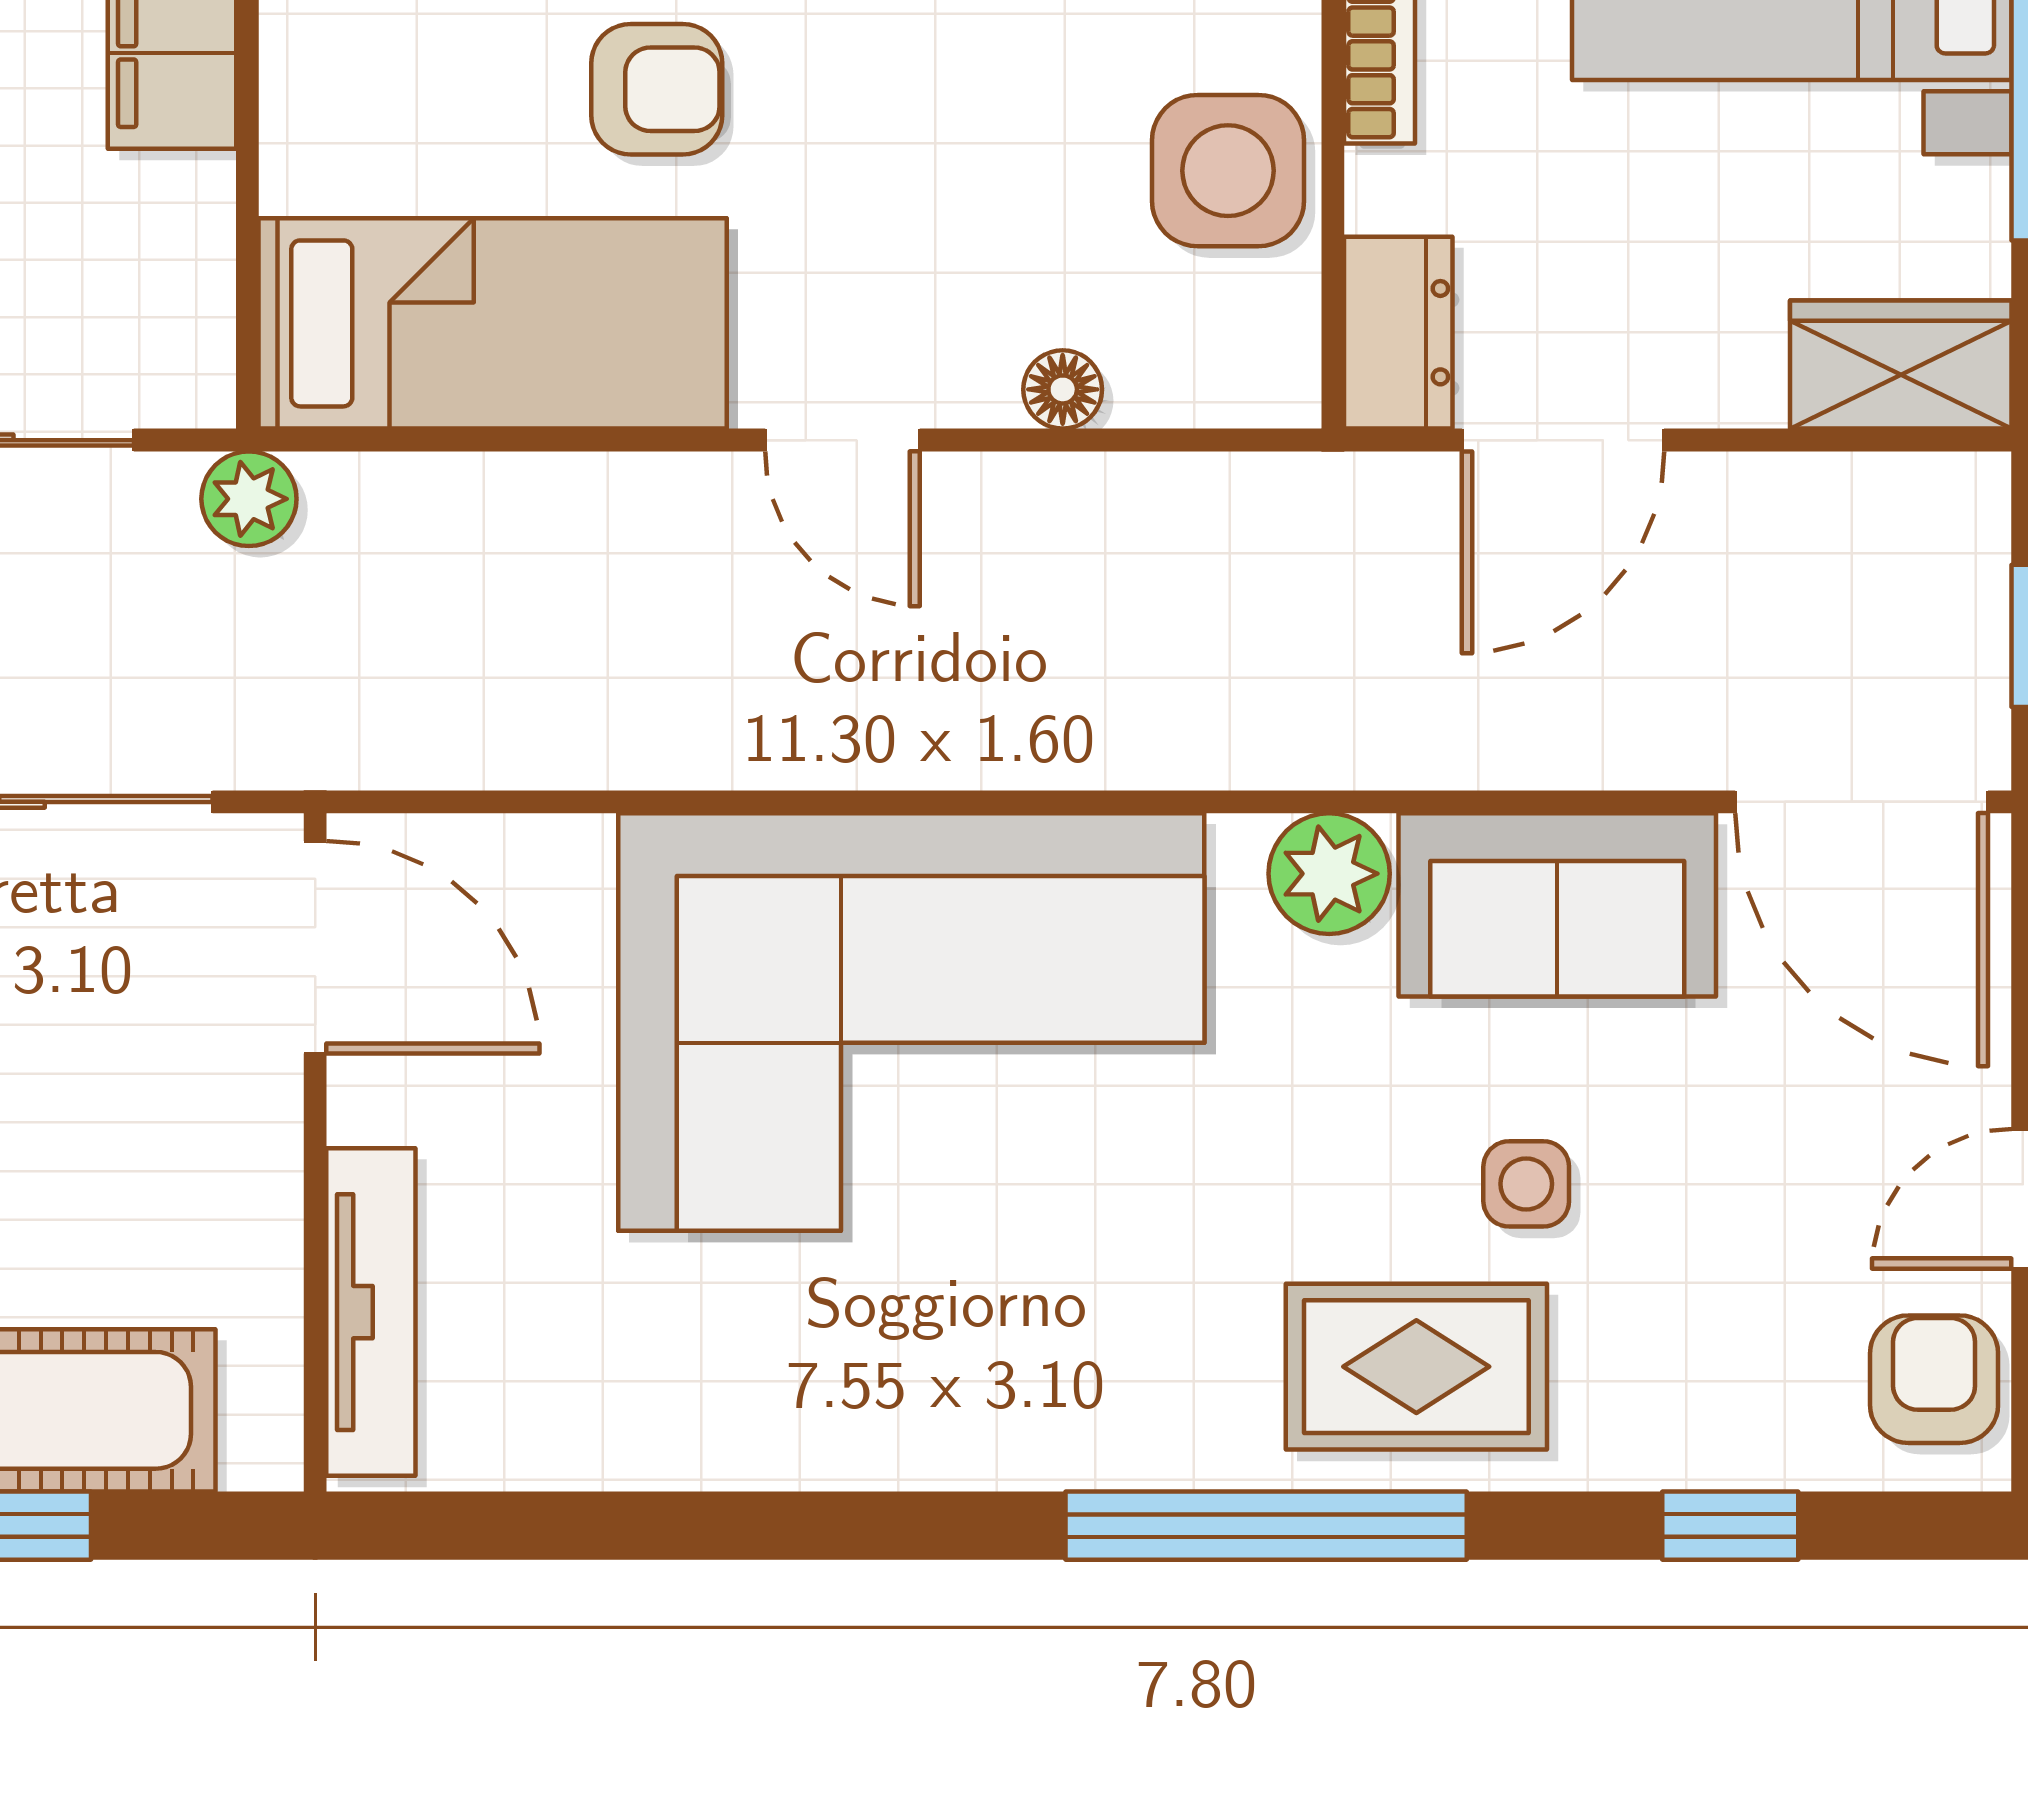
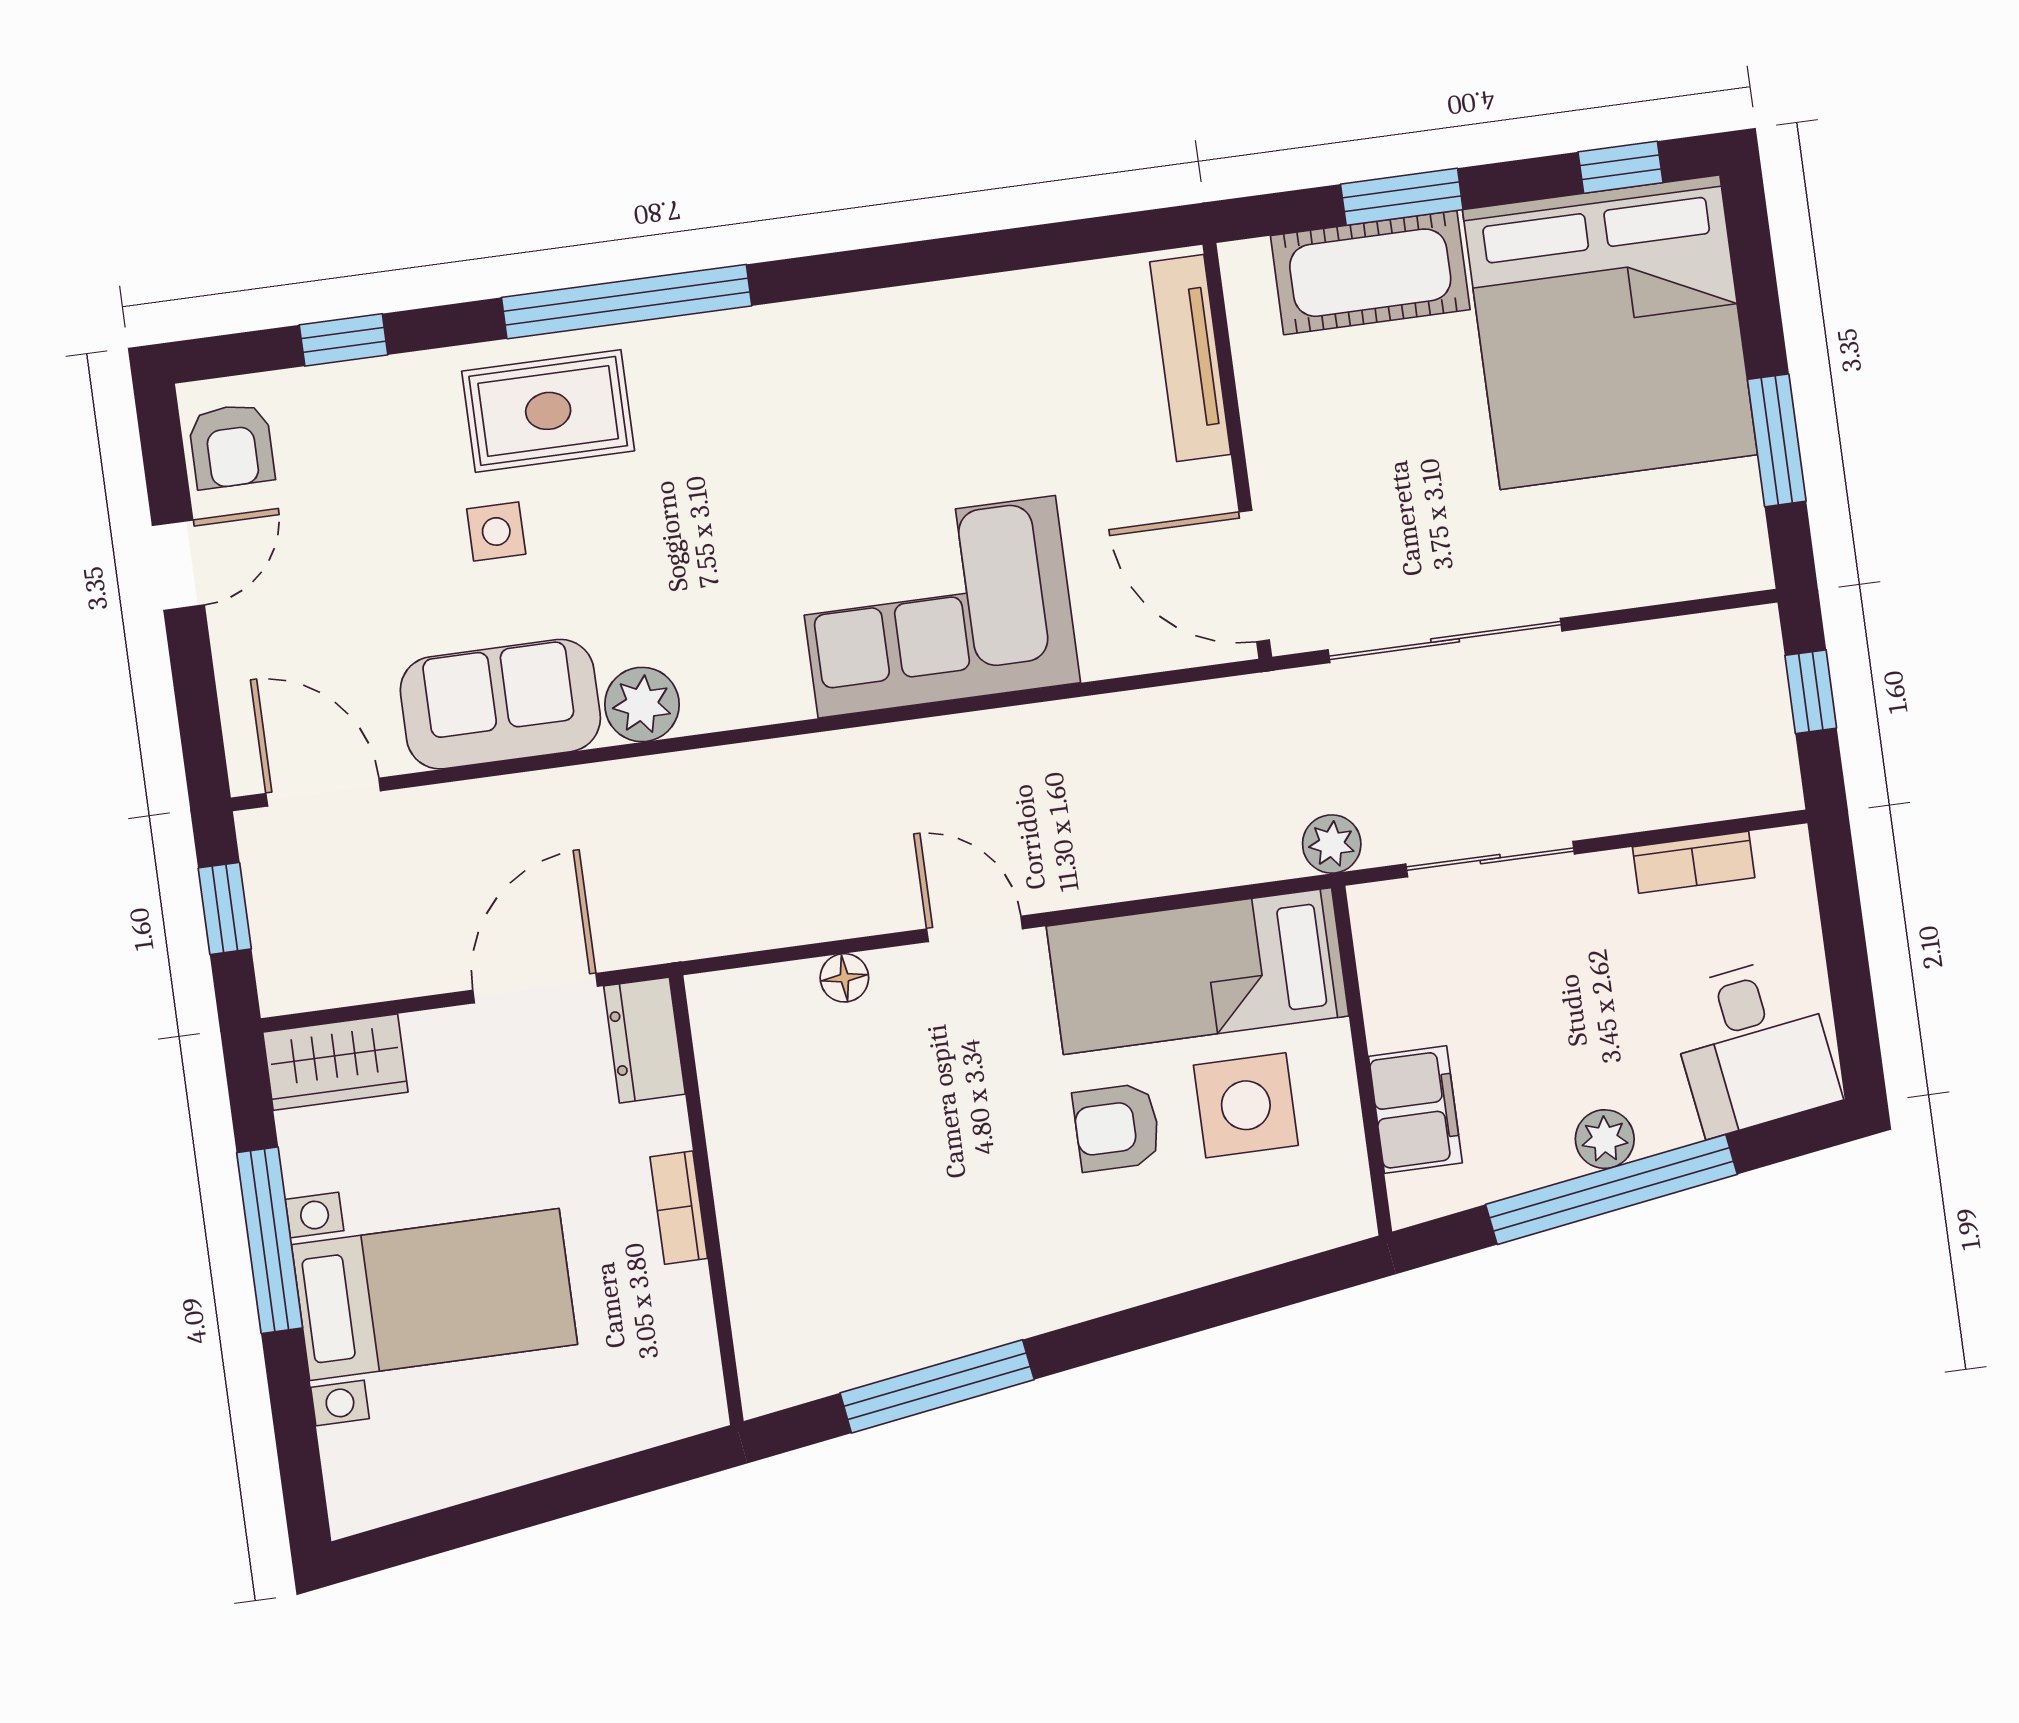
side table: (1228, 171) -> (1246, 1105), moved
door: (1862, 802) -> (323, 792), width x0.73
corner sofa: (911, 1022) -> (937, 607), width x0.73, depth x0.74

